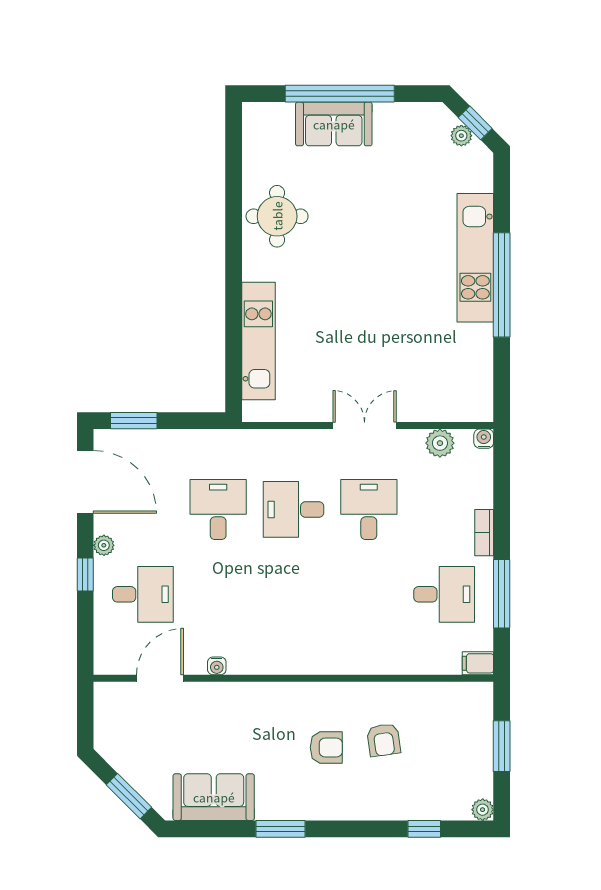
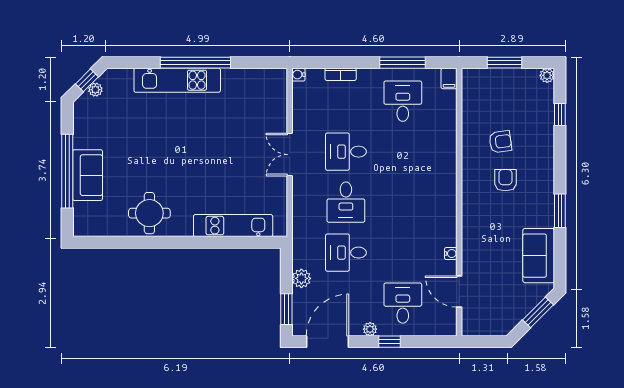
plant: (440, 443) -> (301, 278), moved
bookcase: (484, 533) -> (341, 74), moved

